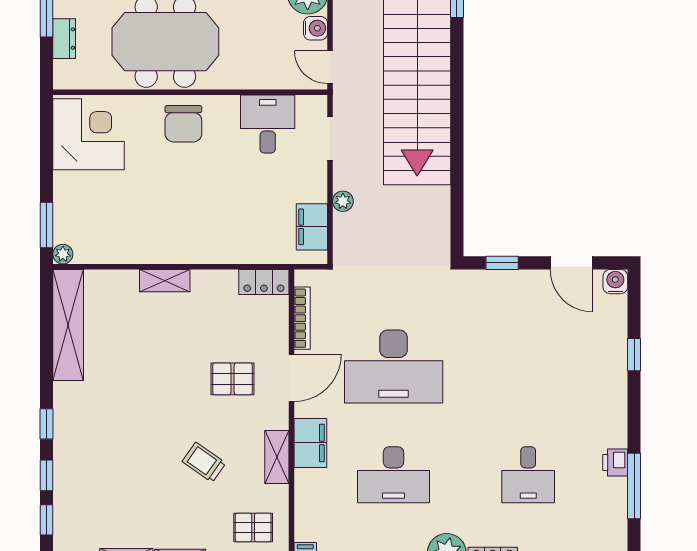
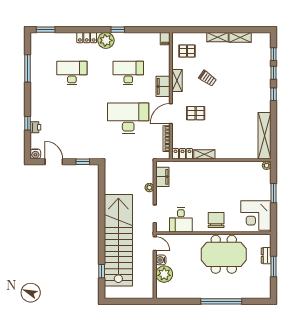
window: (46, 225) -> (273, 193), moved
shelving: (165, 281) -> (204, 154), moved
printer: (615, 463) -> (35, 127), moved
desk: (528, 475) -> (72, 73), width x1.37

